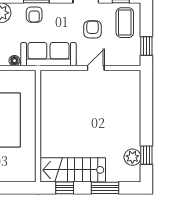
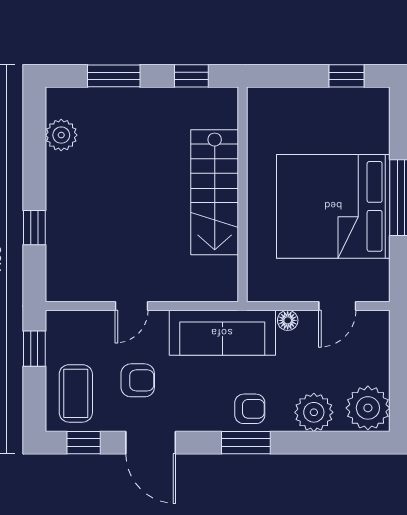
armchair: (34, 15) -> (250, 409), turned 90
armchair: (93, 29) -> (138, 380), turned -90
window: (146, 155) -> (34, 228), moved
stairs: (73, 170) -> (215, 192), moved, turned 90

